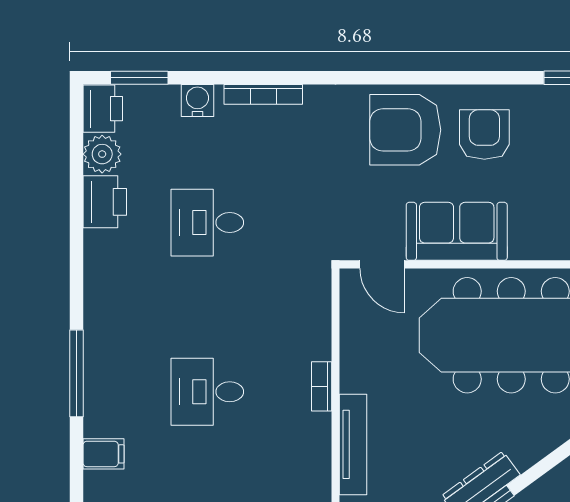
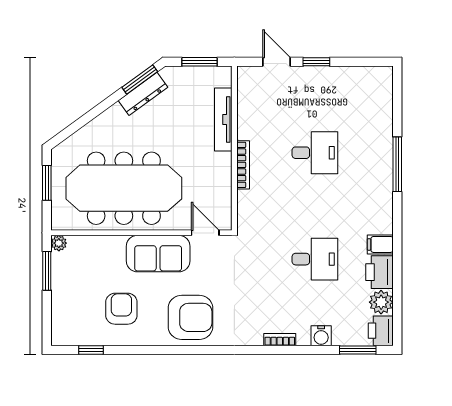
bookcase: (263, 94) -> (280, 340), width x0.64
armchair: (484, 135) -> (121, 309), moved, turned 180
bookcase: (322, 386) -> (243, 165), width x1.56
filing cabinet: (103, 454) -> (380, 244), moved

